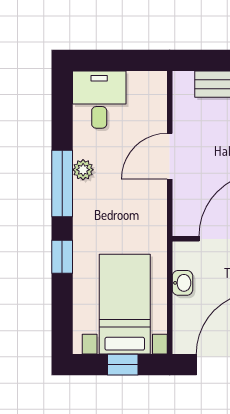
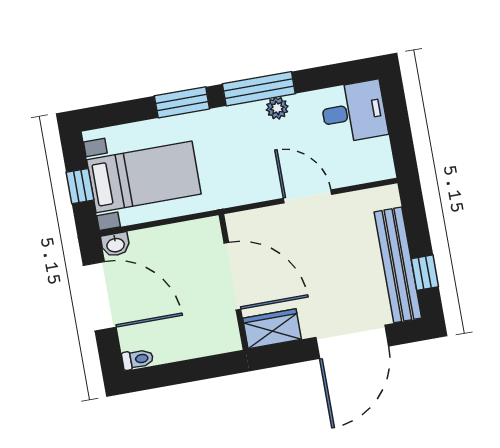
window: (62, 257) -> (182, 102), width x1.50
washbasin: (182, 283) -> (115, 244), moved

